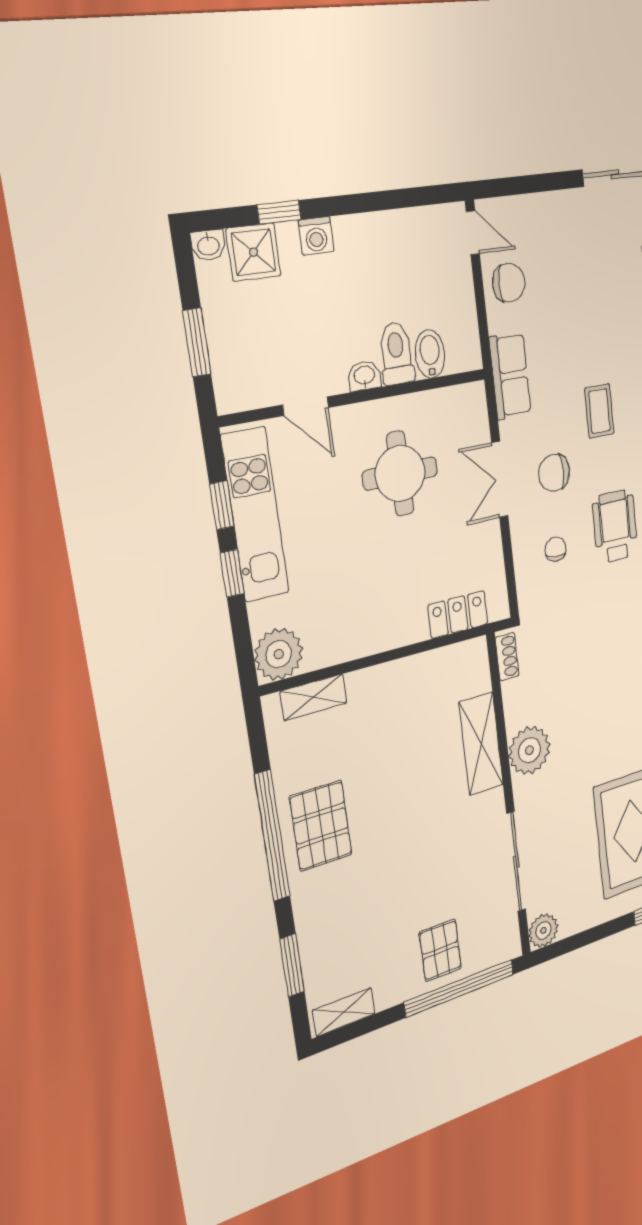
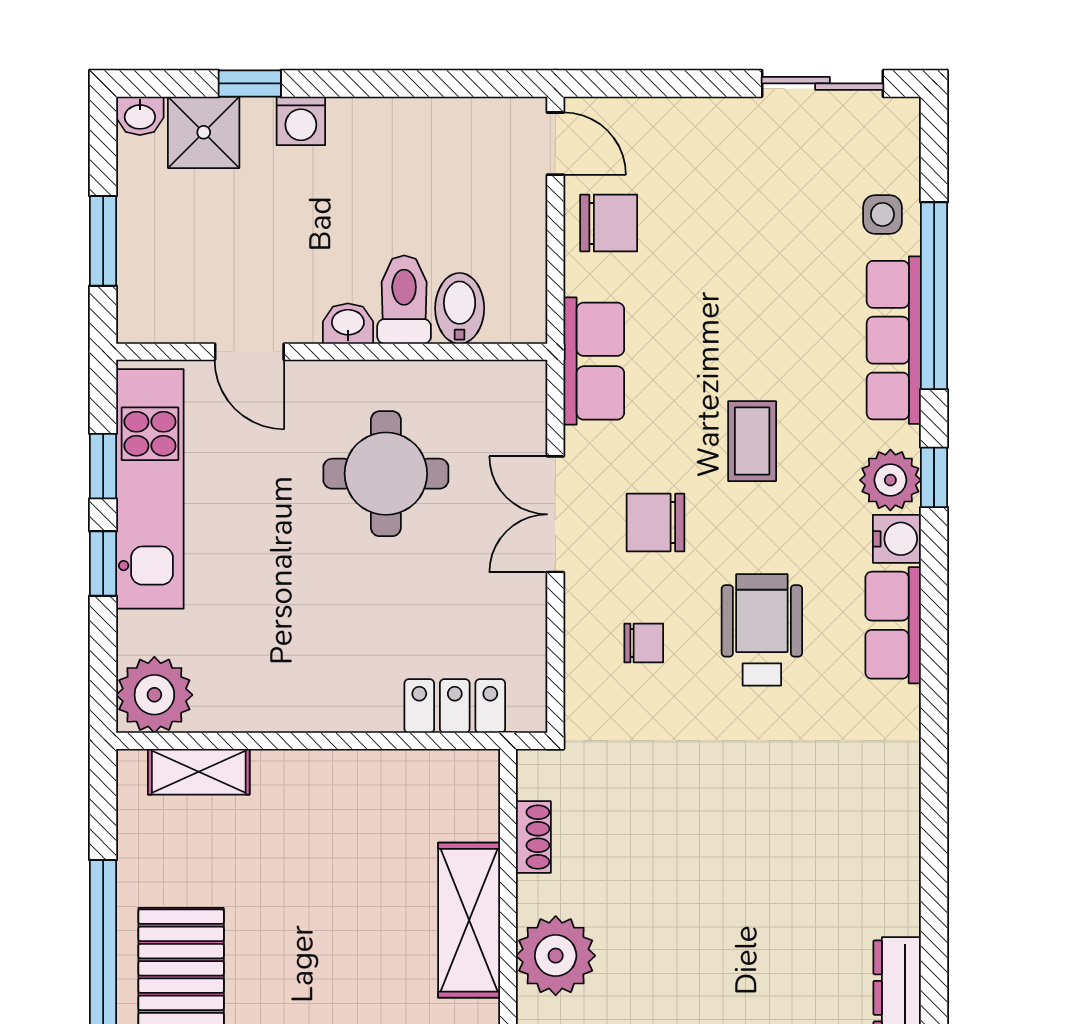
chair: (556, 549) -> (644, 643), turned 82
shoe rack: (507, 657) -> (533, 837), moved

